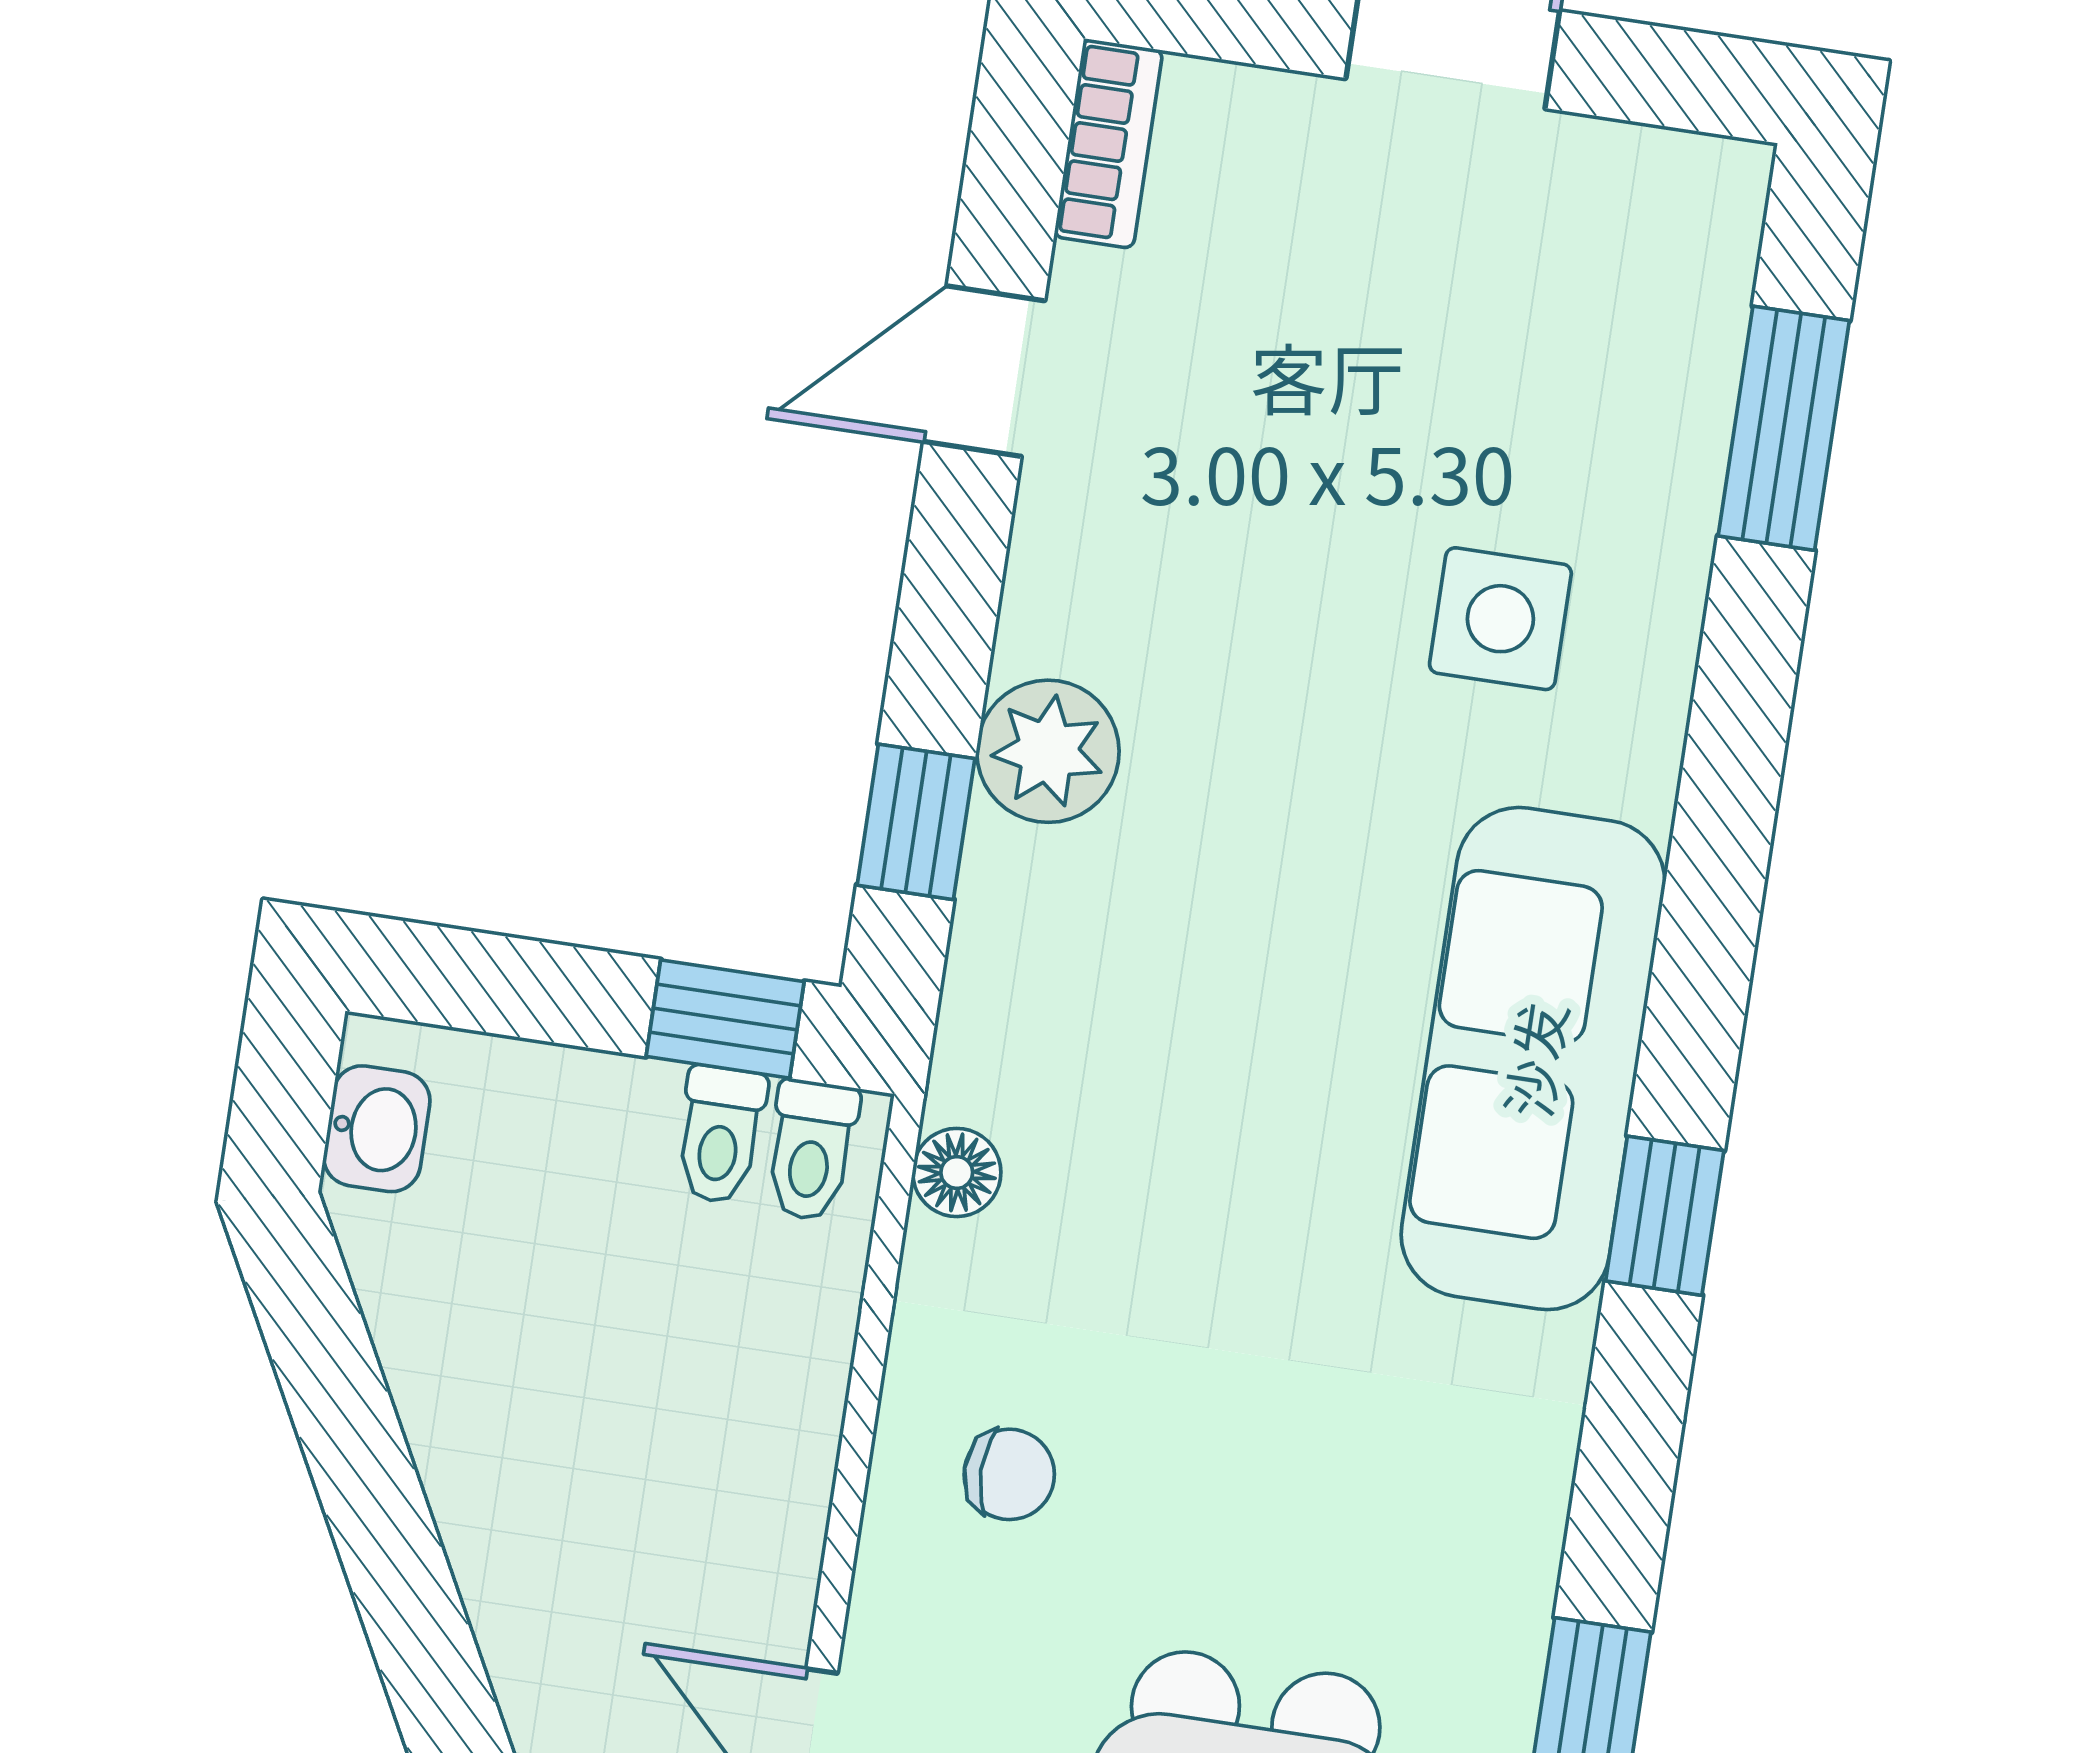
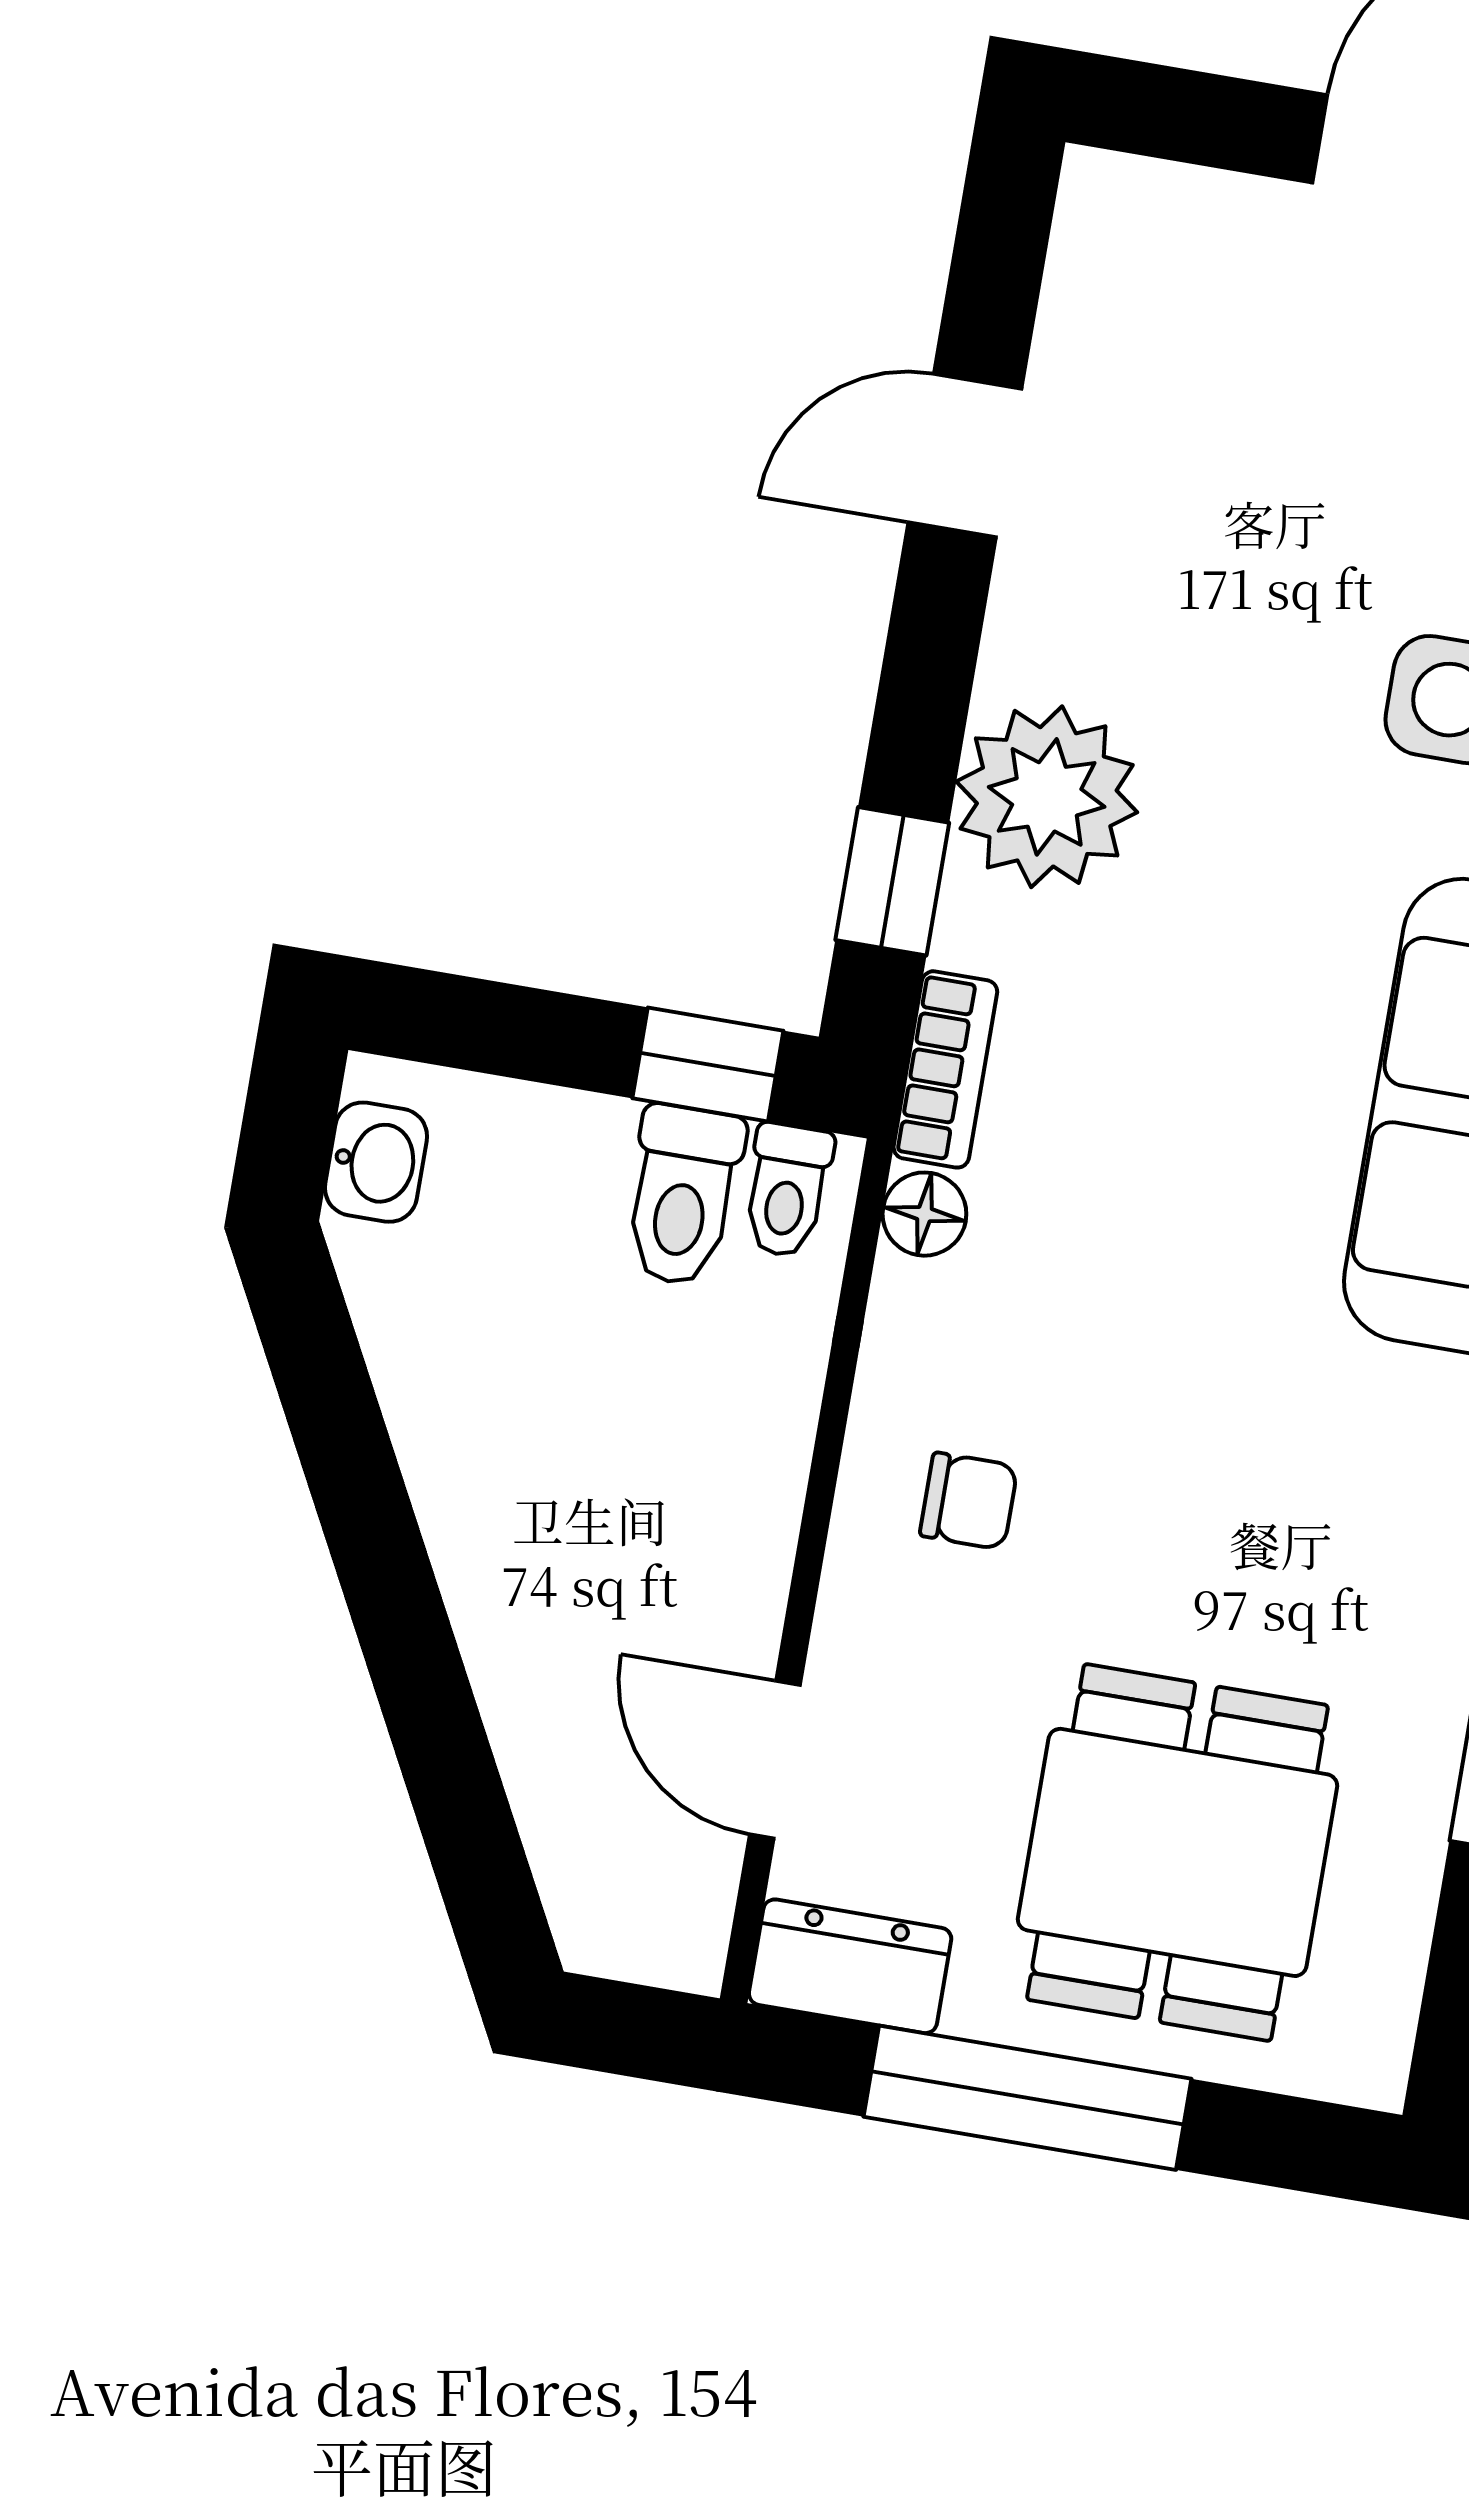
bookcase: (1108, 143) -> (945, 1069), moved
plant: (1048, 751) -> (1047, 797), width x1.36, depth x1.36
toilet: (720, 1135) -> (683, 1196), width x1.37, depth x1.39

